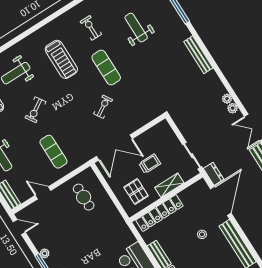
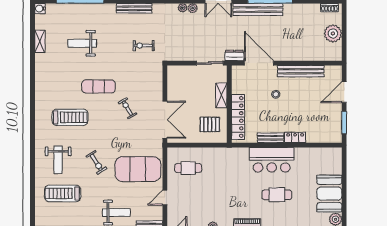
exercise bike: (91, 28) -> (144, 46), moved
exercise mat: (53, 152) -> (138, 169), width x2.00, depth x1.45
trolley: (150, 164) -> (195, 100), removed

